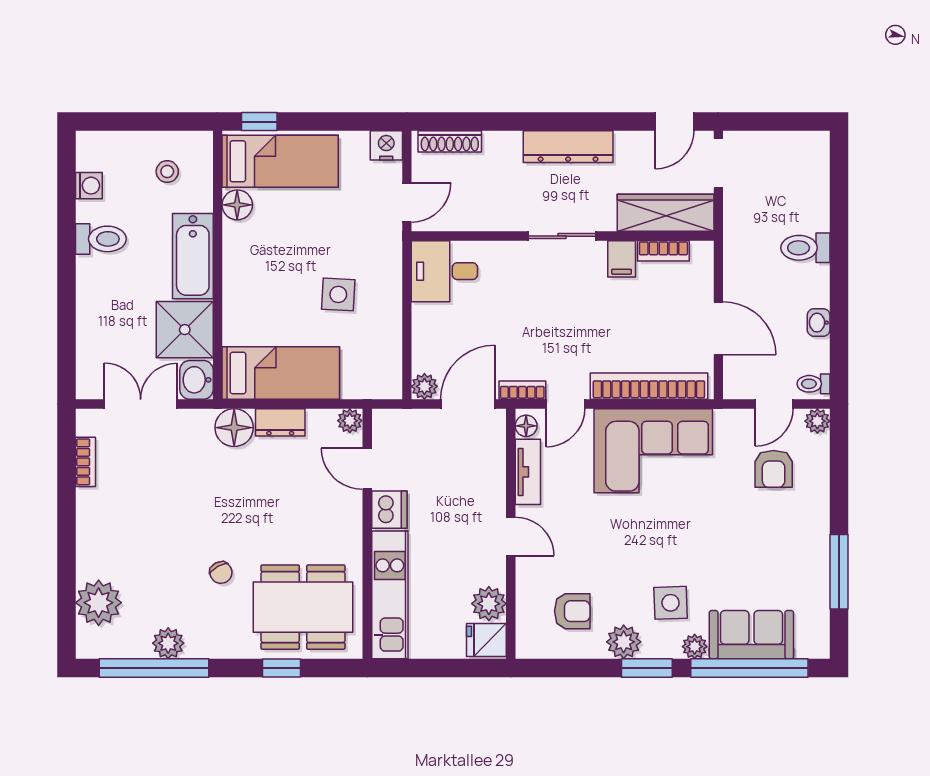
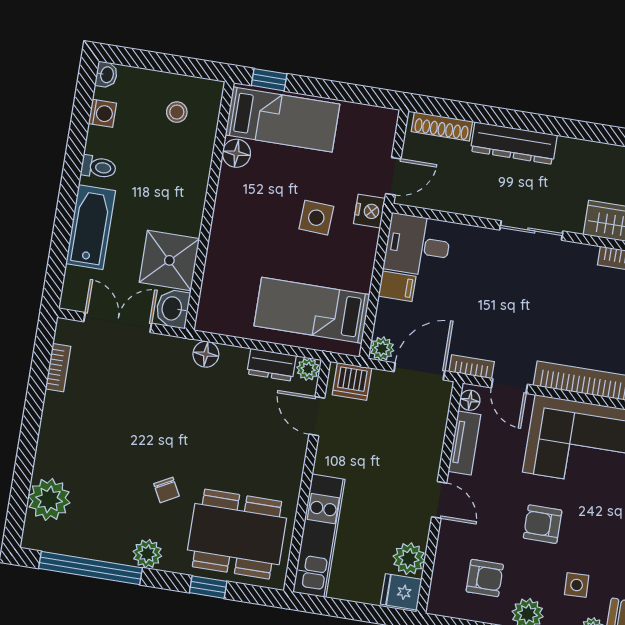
washbasin: (86, 144) -> (106, 75), added
nightstand: (386, 145) -> (369, 211), moved, turned 90
dresser: (568, 147) -> (514, 143), moved
toilet: (101, 239) -> (98, 167), width x0.73, depth x0.72
bathtub: (193, 256) -> (91, 227), moved, turned 180
filing cabinet: (622, 259) -> (397, 286), moved, turned -90
side table: (338, 294) -> (316, 218), moved
bed: (281, 373) -> (312, 310), moved, turned 180
door: (566, 404) -> (509, 386), hinge flipped
dresser: (280, 422) -> (272, 365), moved
floor lamp: (234, 428) -> (206, 354), width x0.73, depth x0.73
dishwasher: (389, 510) -> (352, 381), moved, turned 90
armchair: (624, 544) -> (543, 524), added
side table: (671, 603) -> (577, 585), width x0.73, depth x0.73
plant: (168, 643) -> (147, 554), moved

